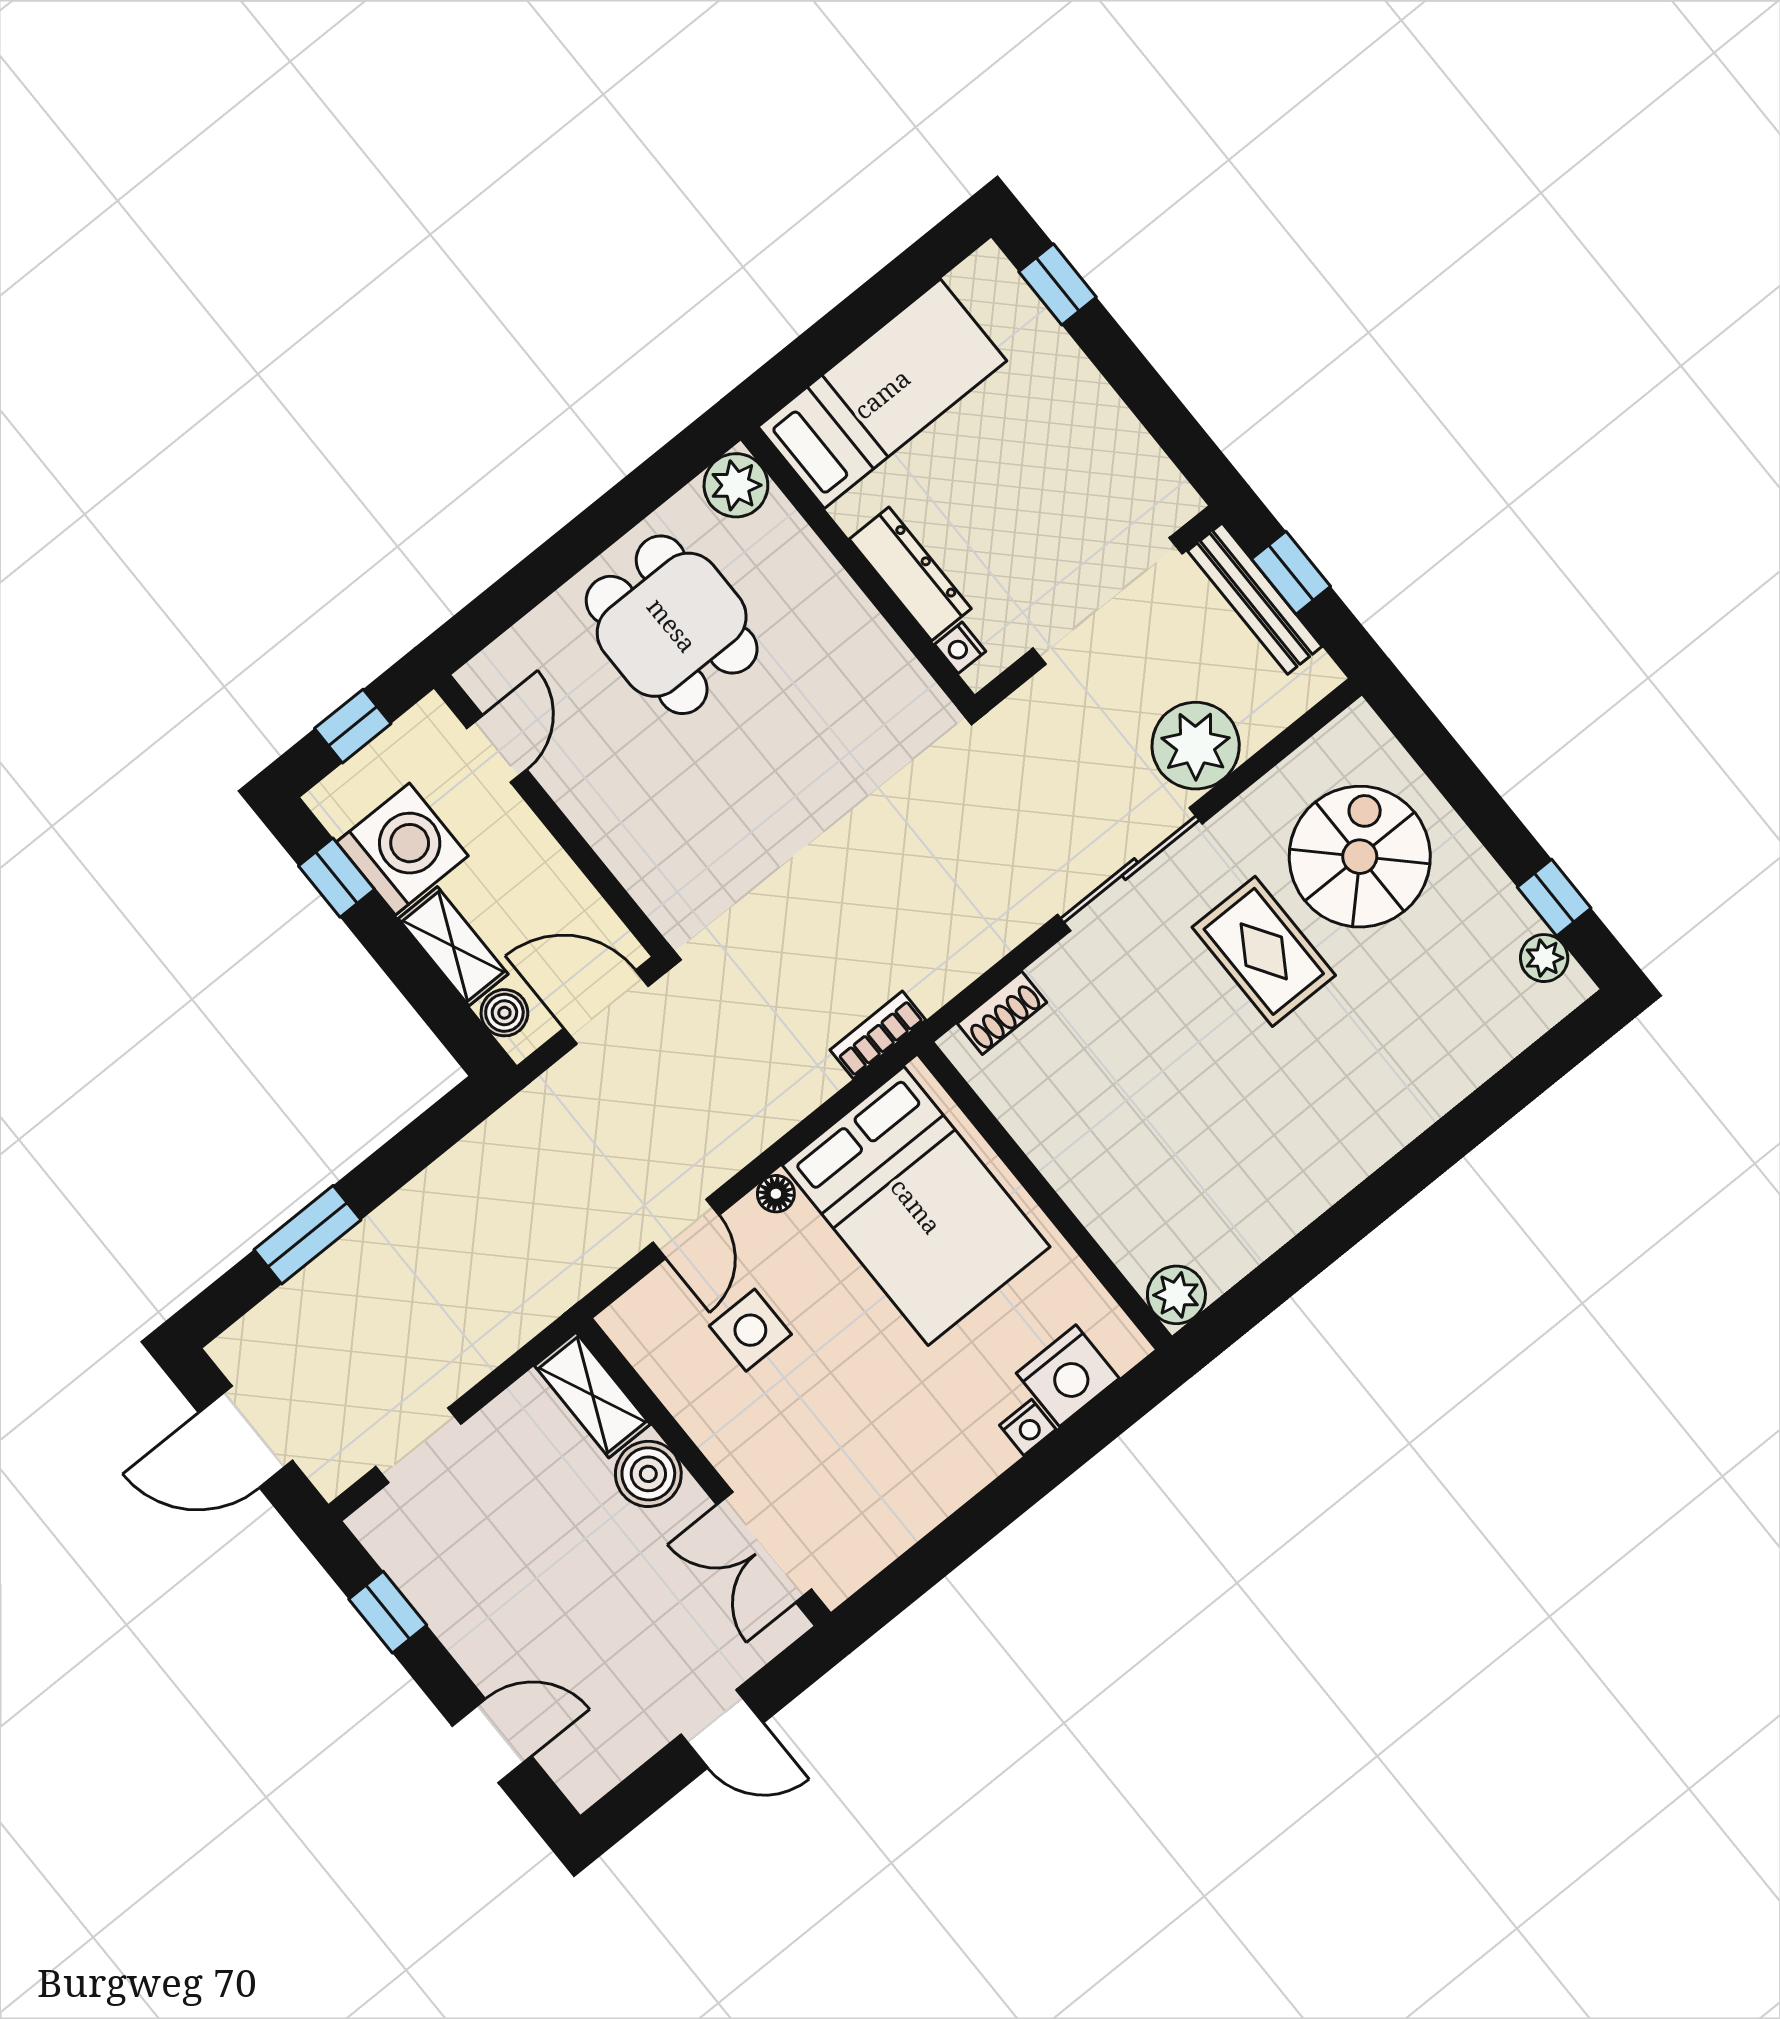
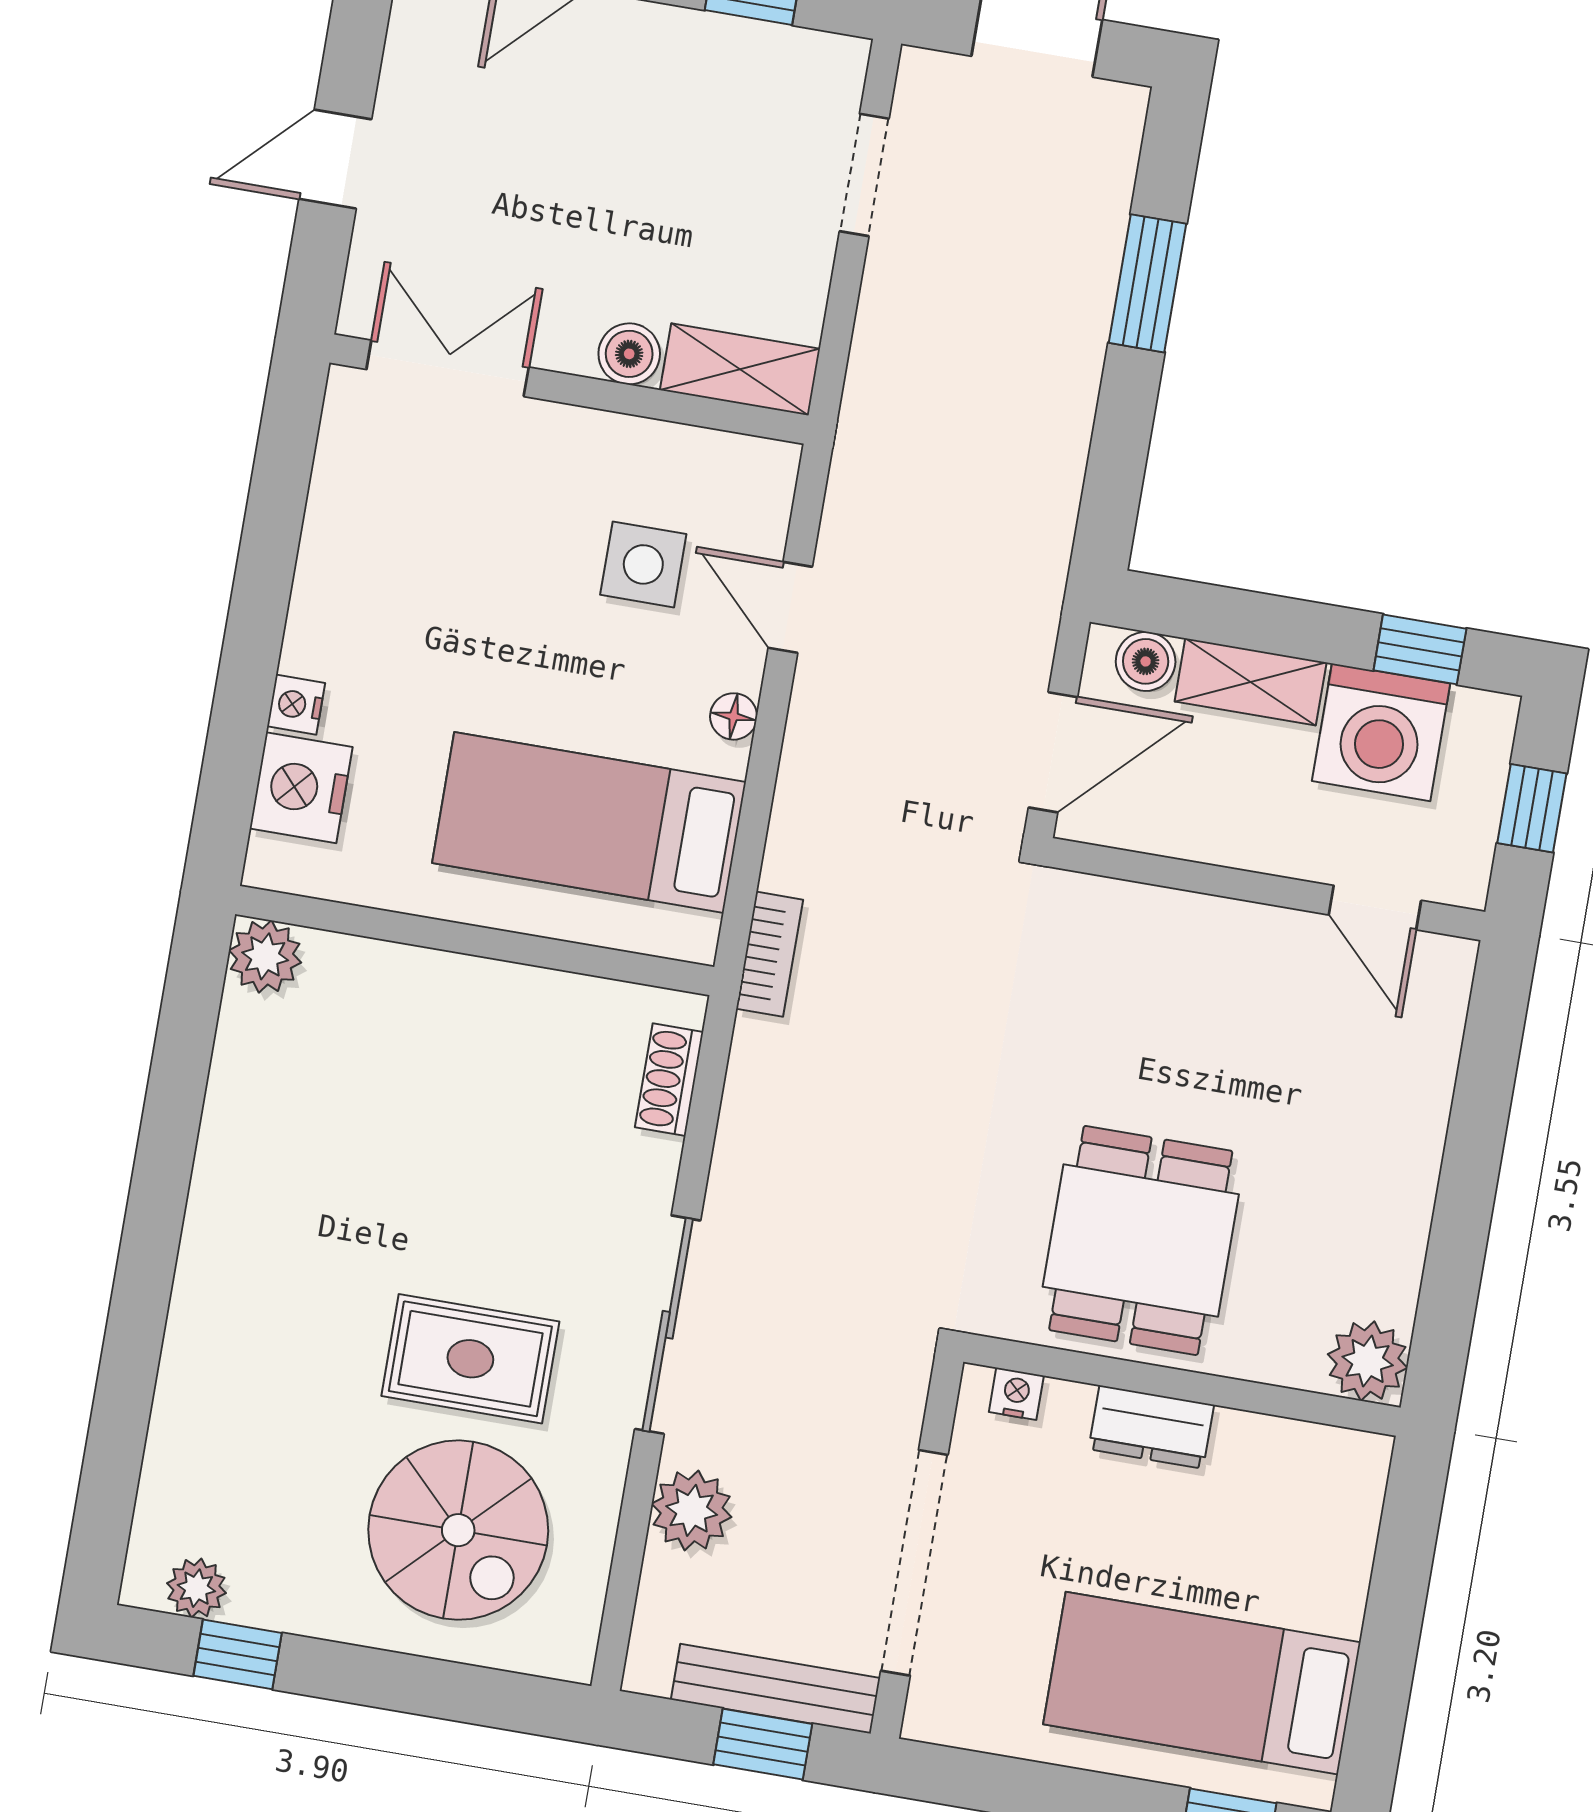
bed: (882, 394) -> (1202, 1683), moved, turned 90
dresser: (910, 574) -> (1151, 1427), width x0.70
dining table: (672, 625) -> (1141, 1240), moved, turned 90
plant: (1196, 746) -> (692, 1510), width x0.73, depth x0.73
bed: (916, 1206) -> (589, 822), width x0.67
boiler: (648, 1474) -> (629, 354), width x0.73, depth x0.73

